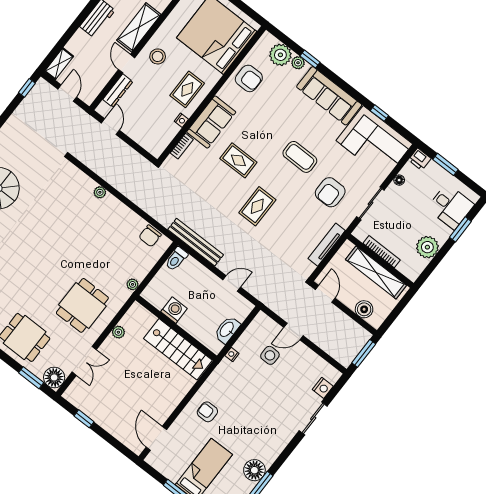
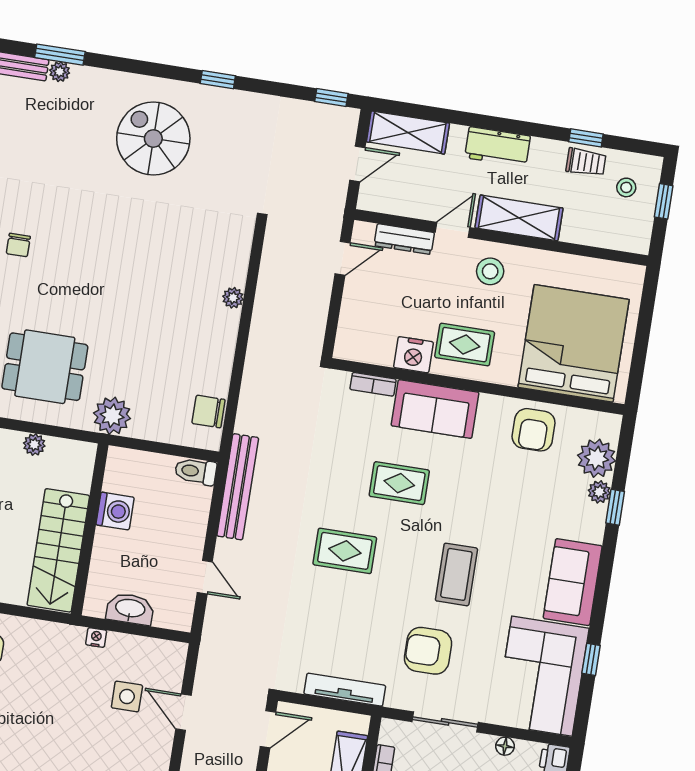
shelving: (59, 64) -> (408, 132), width x1.50, depth x1.33
sofa: (329, 96) -> (573, 582), width x0.73
nightstand: (181, 120) -> (413, 355), width x1.89, depth x1.79
rug: (238, 160) -> (399, 483), turned 90
plant: (133, 284) -> (112, 416), width x1.88, depth x1.88
chair: (14, 285) -> (18, 245), added

